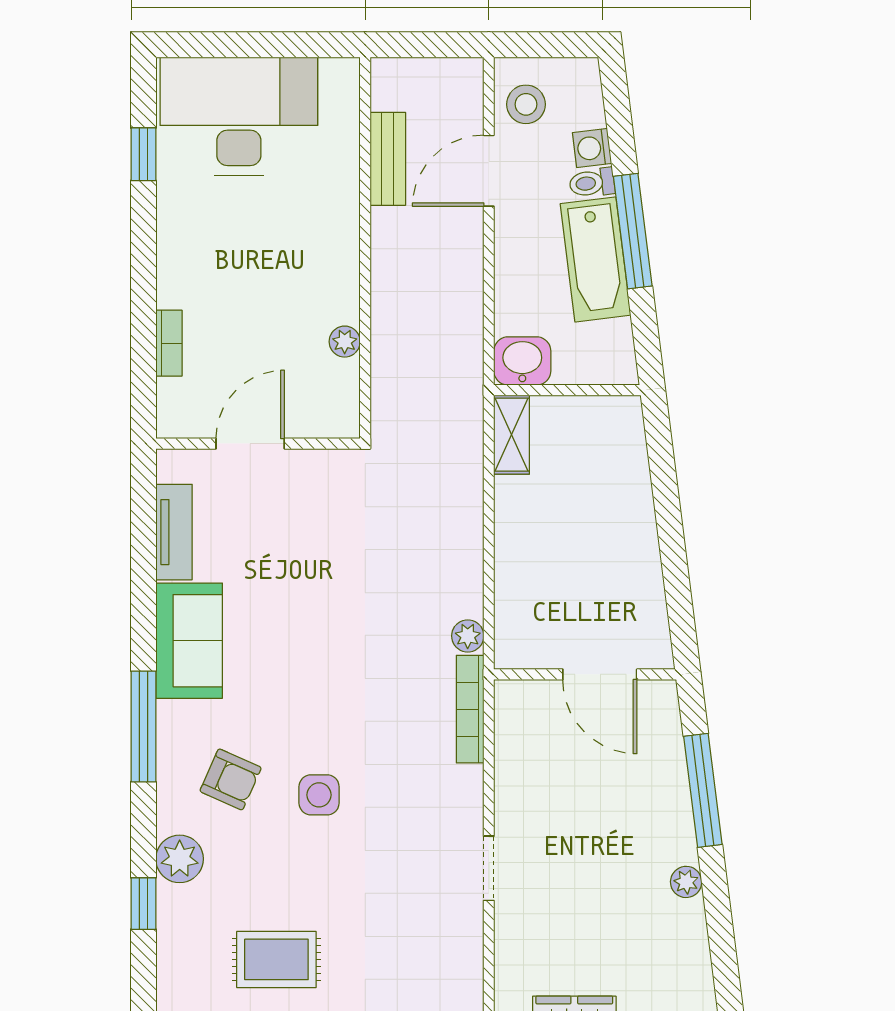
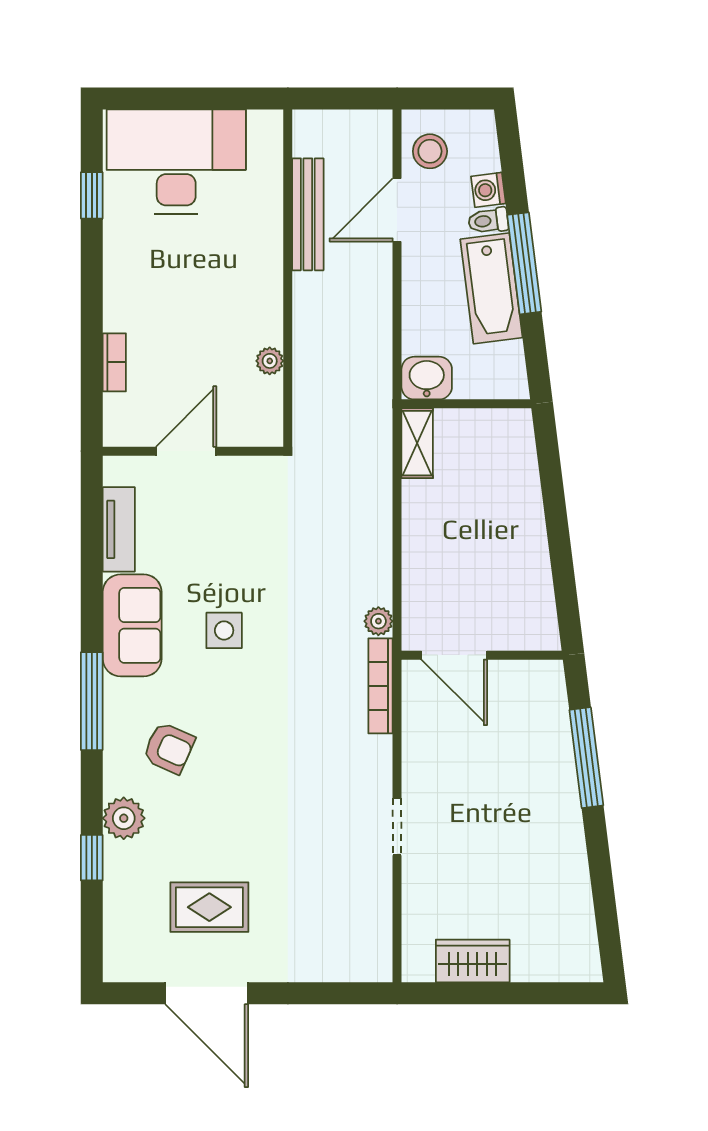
bench: (388, 159) -> (308, 214), width x1.36
door: (600, 674) -> (454, 655), moved
side table: (319, 795) -> (224, 630), moved
plant: (686, 882) -> (571, 839), removed

